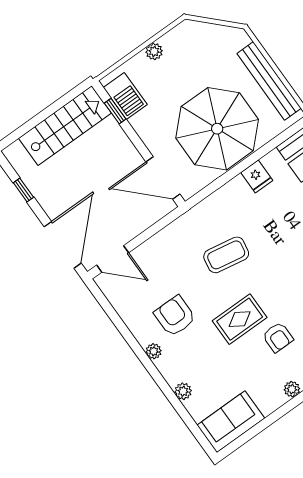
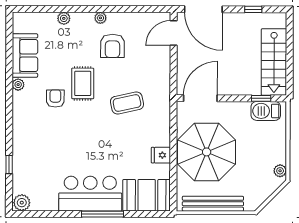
plant: (154, 51) -> (280, 171), moved
coffee table: (226, 255) -> (127, 103), turned 68
armchair: (175, 316) -> (112, 46), turned 90
armchair: (278, 337) -> (55, 98), turned 90
sofa: (231, 422) -> (25, 56), moved

